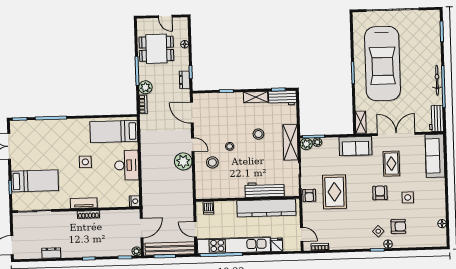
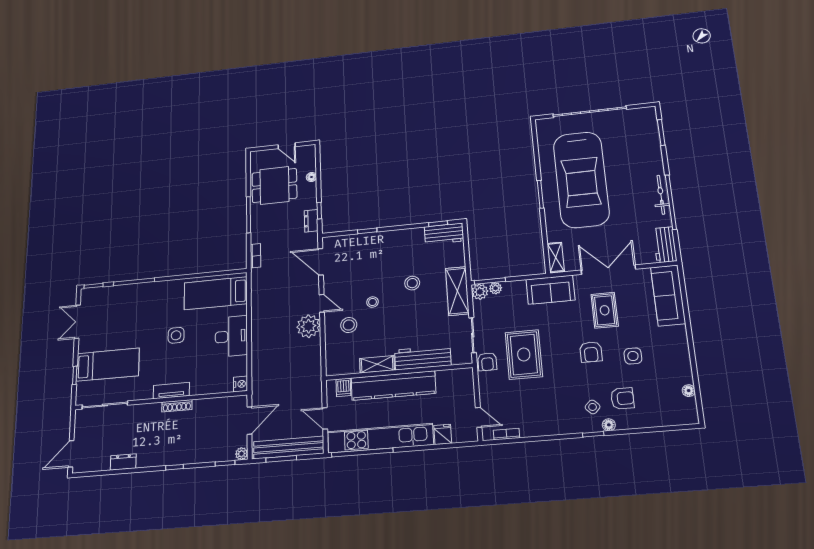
plant: (145, 87) -> (259, 234), removed
shelving: (256, 97) -> (377, 364), moved
armchair: (380, 193) -> (591, 352), turned 180
kitchen counter: (266, 208) -> (393, 386), moved

